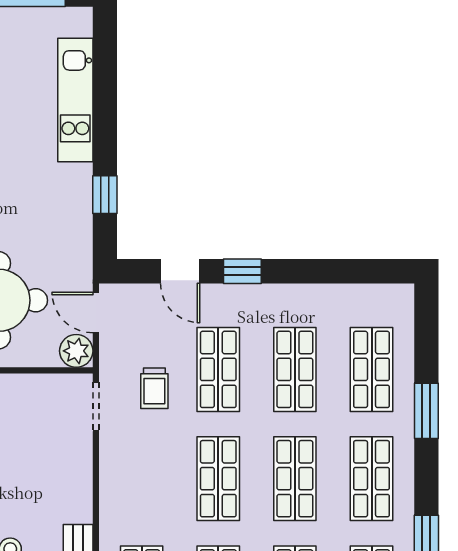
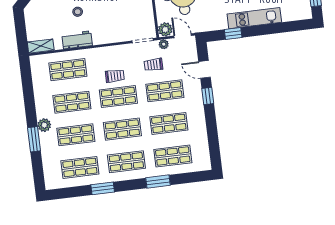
kitchen unit: (75, 100) -> (254, 18), moved
door: (180, 271) -> (205, 69), hinge flipped
door: (96, 313) -> (183, 36), hinge flipped
plant: (110, 359) -> (164, 44), added
trolley: (170, 481) -> (115, 76), added

